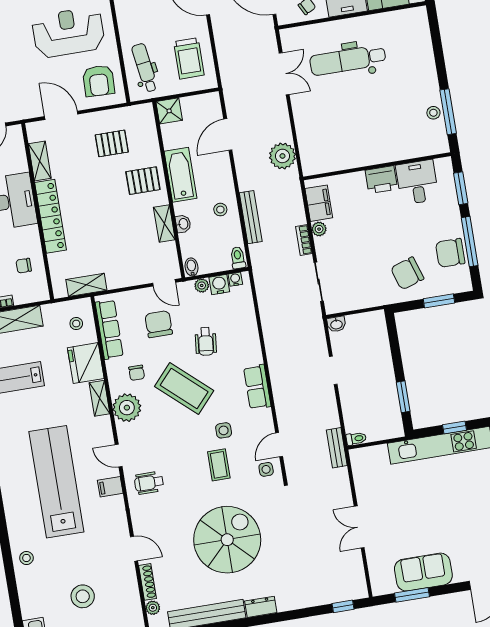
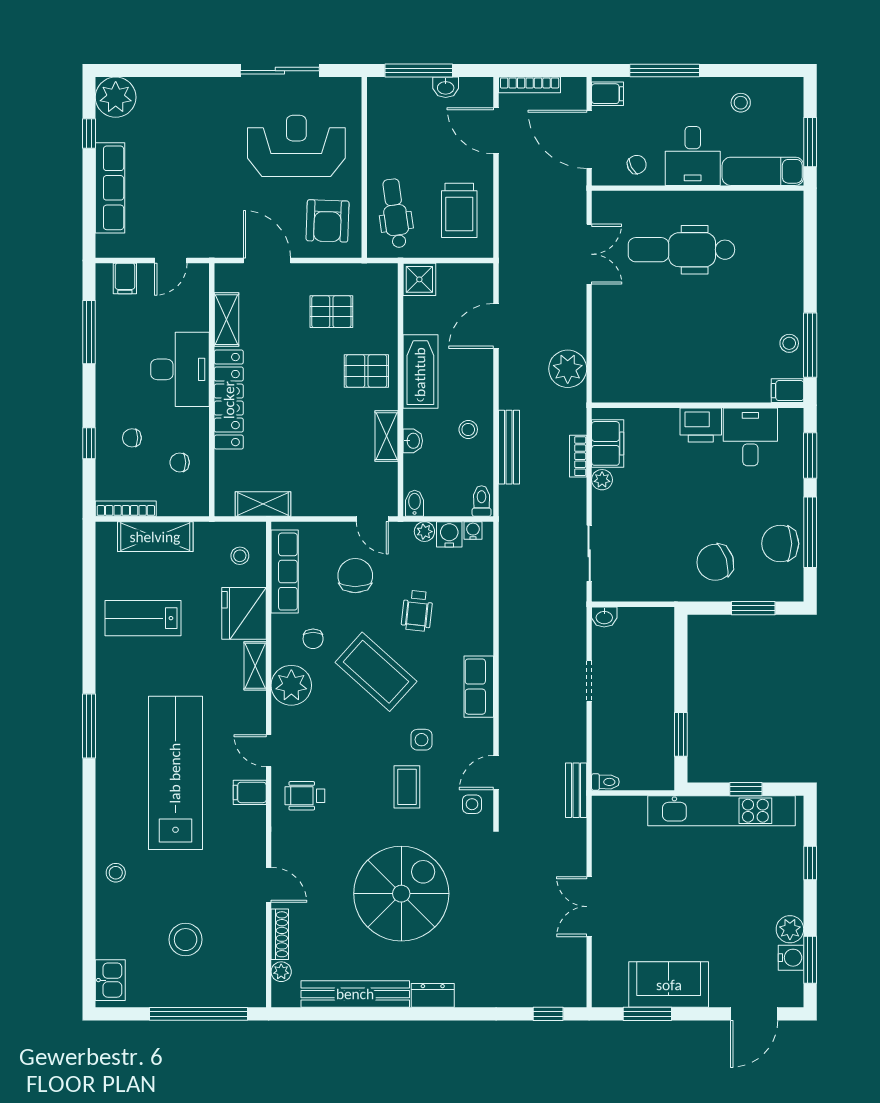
filing cabinet: (438, 146) -> (788, 391), added
bookcase: (304, 240) -> (578, 456), moved

